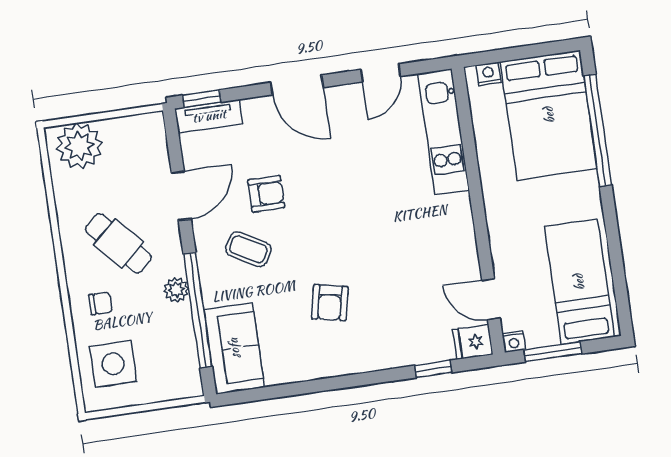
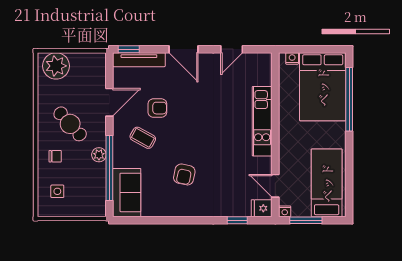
tv unit: (209, 116) -> (139, 60), width x1.41
kitchen unit: (443, 132) -> (262, 121), moved
side table: (113, 364) -> (57, 191), width x0.54, depth x0.54

